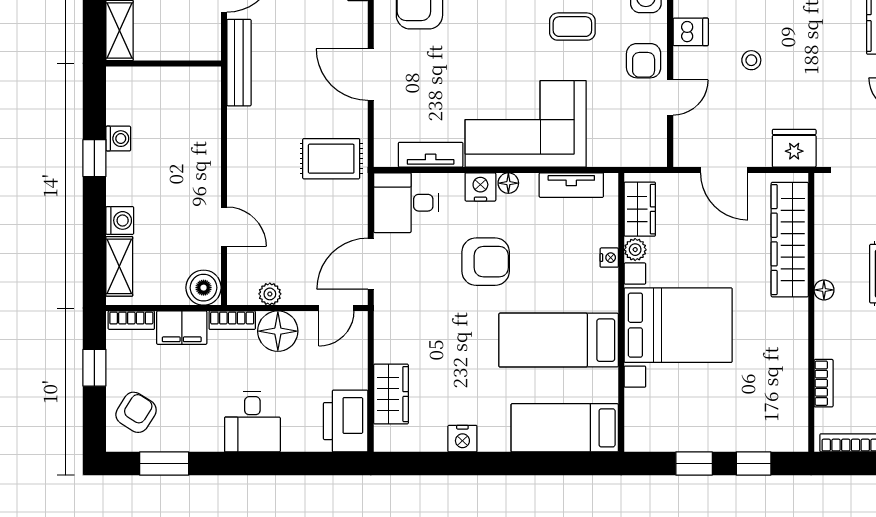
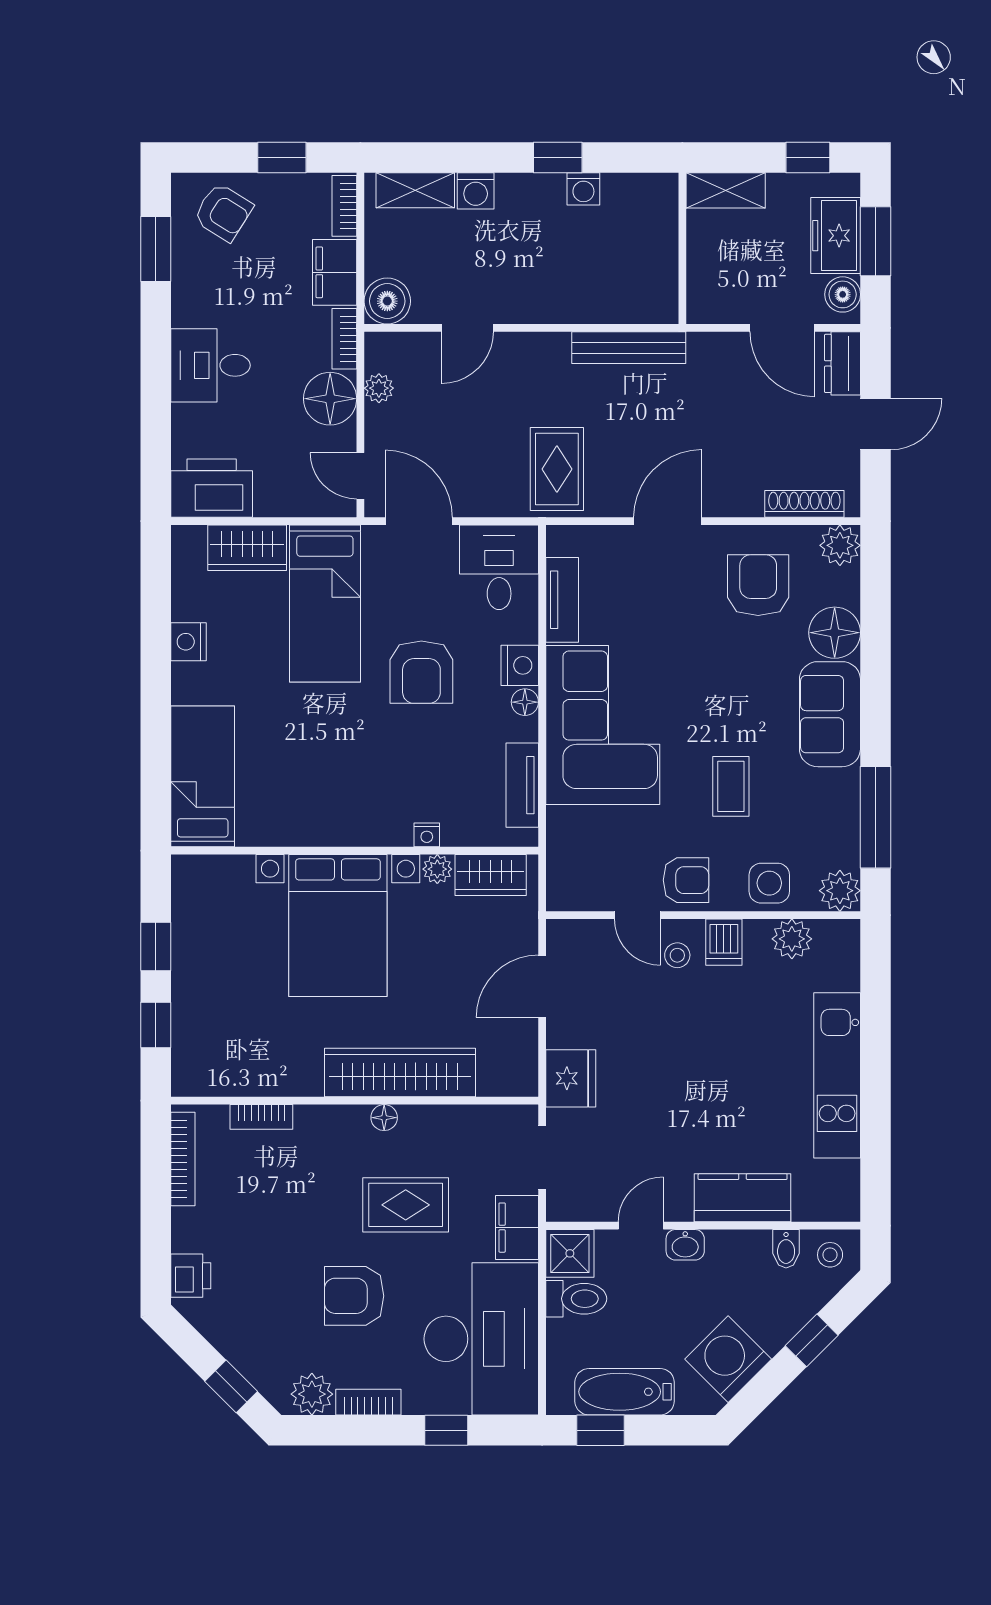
stool: (751, 60) -> (677, 955), moved
armchair: (644, 61) -> (686, 880), turned 180
bench: (239, 63) -> (629, 348), moved
wardrobe: (790, 240) -> (400, 1072), moved
bed: (559, 340) -> (325, 603), moved, turned 180

